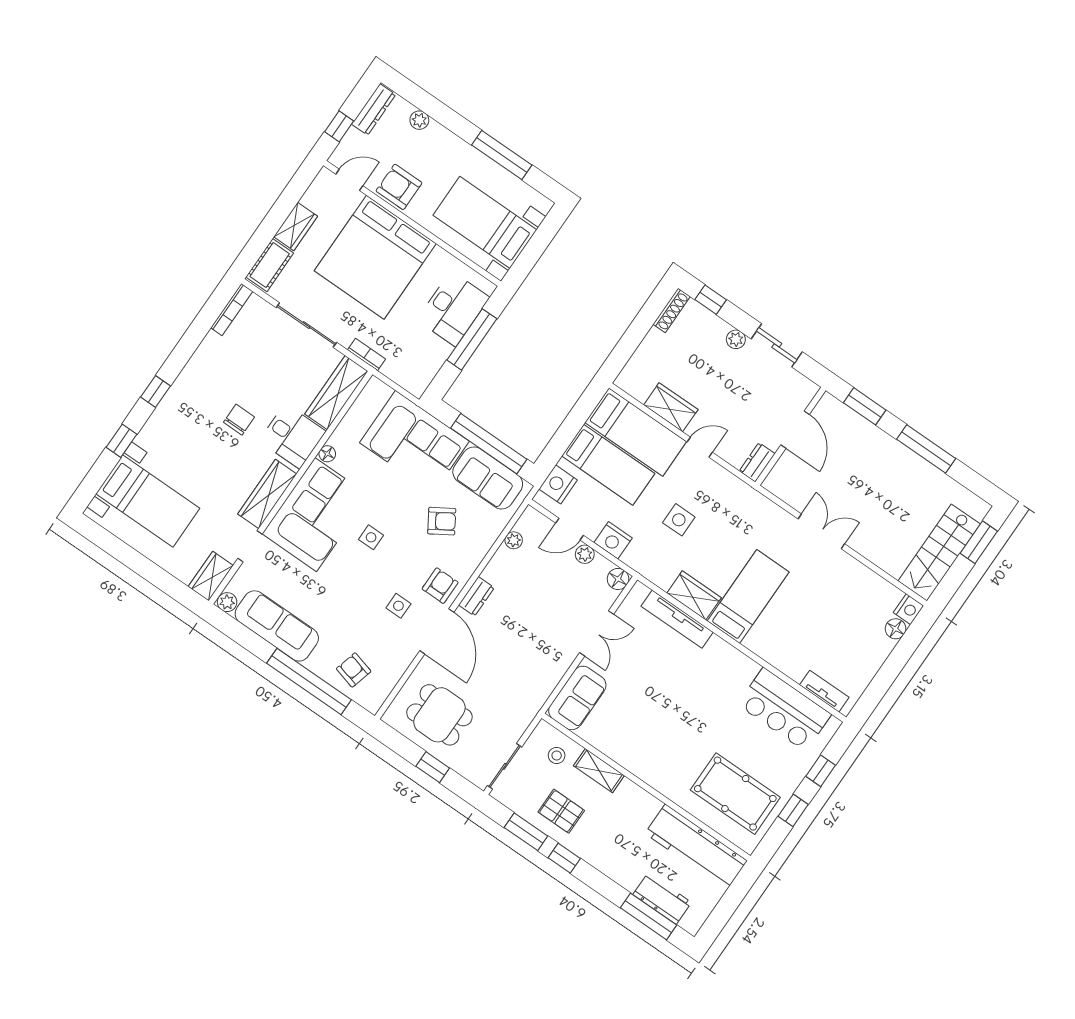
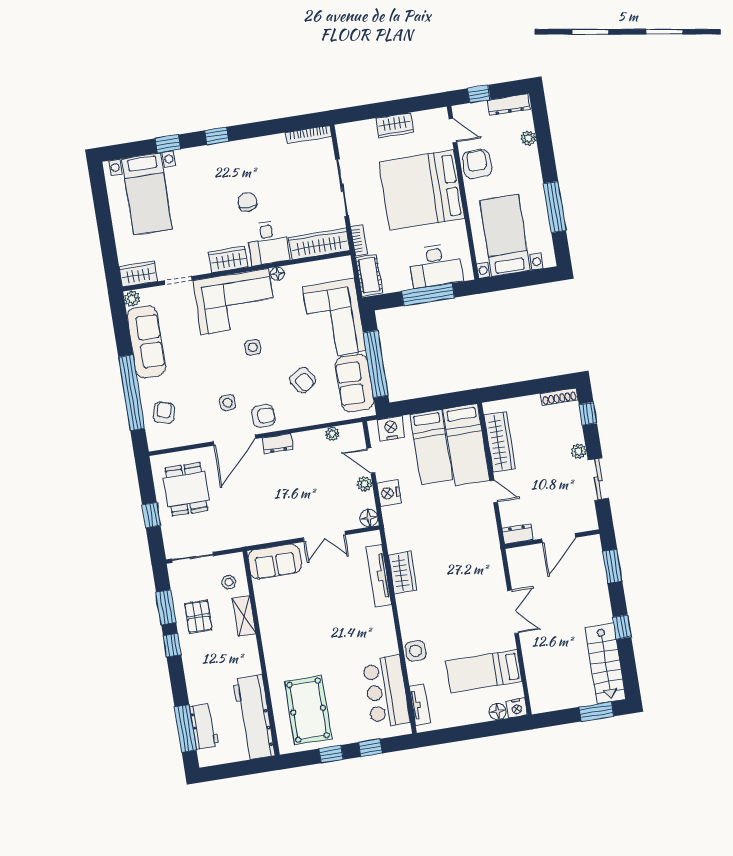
cot: (270, 265) -> (369, 275), moved, turned 90
wardrobe: (671, 407) -> (500, 442), width x1.50
chair: (239, 420) -> (247, 202), turned -90
window: (926, 449) -> (622, 627), width x0.46
wardrobe: (267, 494) -> (228, 259), width x0.67
side table: (679, 520) -> (416, 651), moved
stairs: (939, 553) -> (606, 663), moved, turned -90
bed: (748, 597) -> (484, 671), moved, turned 180

